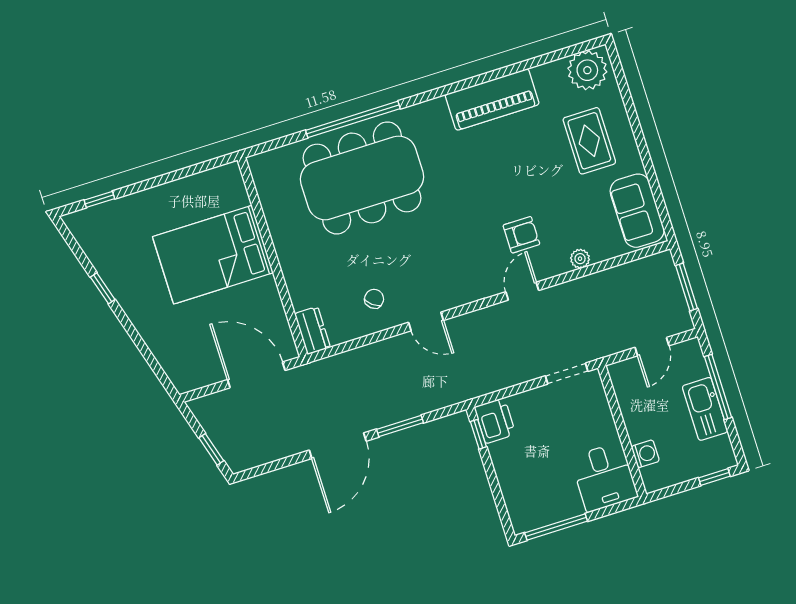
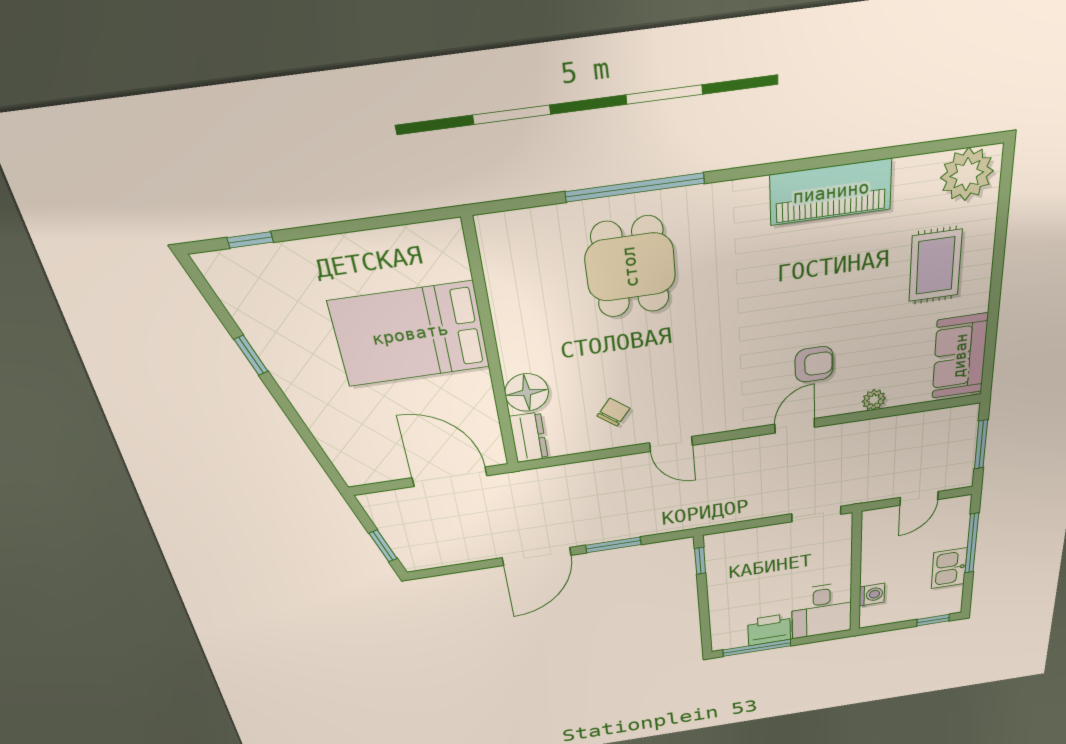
dining table: (362, 178) -> (630, 267), width x0.53, depth x0.80
floor lamp: (304, 291) -> (527, 392), added
kitchen sink: (705, 409) -> (949, 568), width x0.73
printer: (495, 421) -> (769, 630), moved, turned -90

